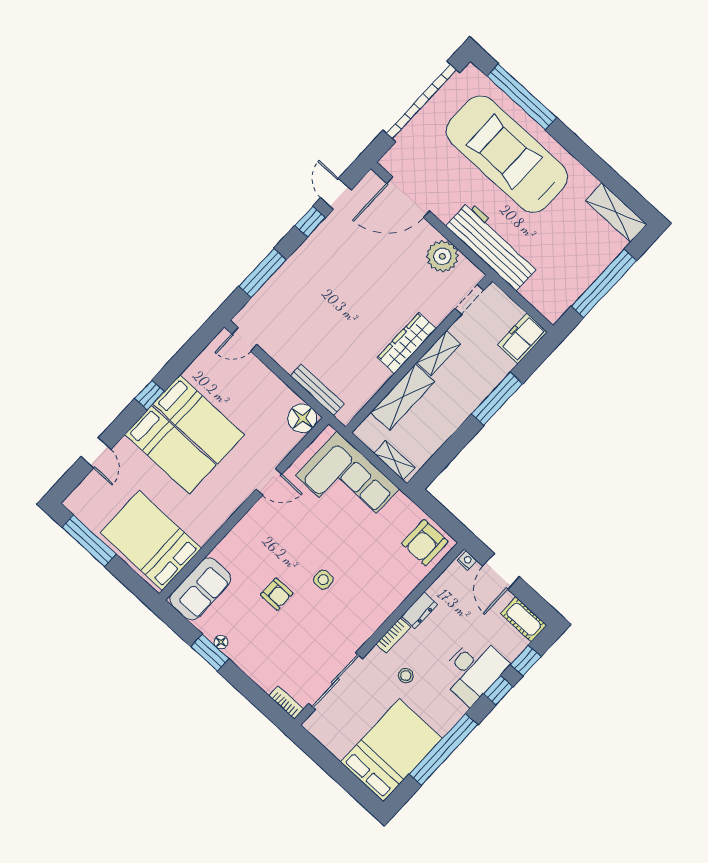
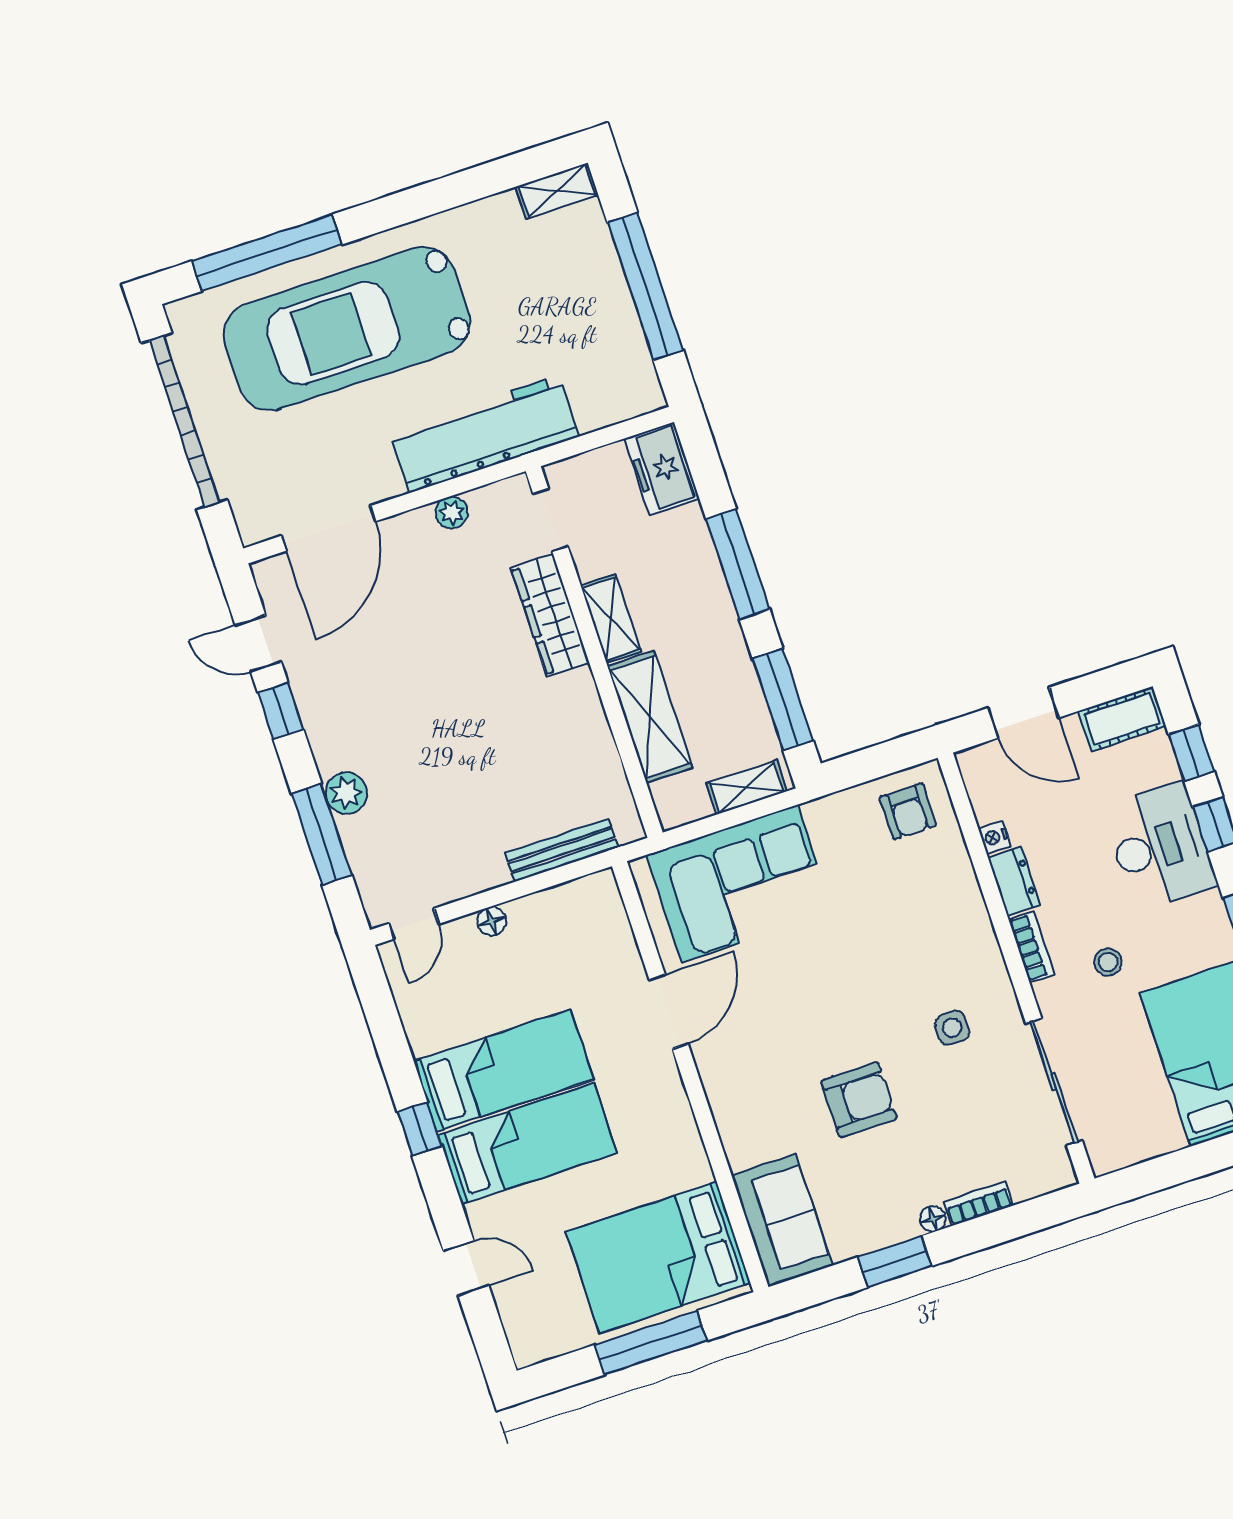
shelving: (616, 213) -> (557, 191), width x0.67, depth x0.75
plant: (442, 256) -> (452, 512), width x0.53, depth x0.53
plant: (288, 274) -> (346, 793), added
wardrobe: (407, 343) -> (550, 615), moved
floor lamp: (302, 418) -> (492, 921), moved, width x0.53, depth x0.53
window: (445, 455) -> (783, 699), added
door: (269, 482) -> (669, 1012), width x1.38
window: (89, 541) -> (651, 1343), moved
armchair: (425, 543) -> (908, 811), width x0.72, depth x0.72
nightstand: (467, 561) -> (994, 837), moved, turned -90
side table: (323, 580) -> (952, 1028), moved
armchair: (277, 594) -> (859, 1100), width x1.38, depth x1.38
floor lamp: (221, 642) -> (933, 1219), moved
bookcase: (286, 703) -> (979, 1204), moved

